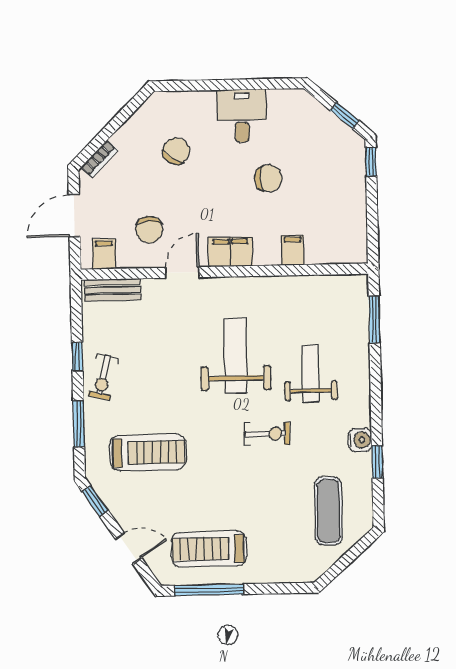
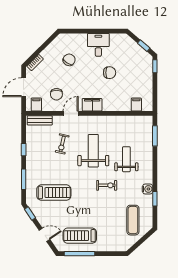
filing cabinet: (293, 250) -> (136, 105), moved
exercise bike: (103, 377) -> (62, 144), moved

